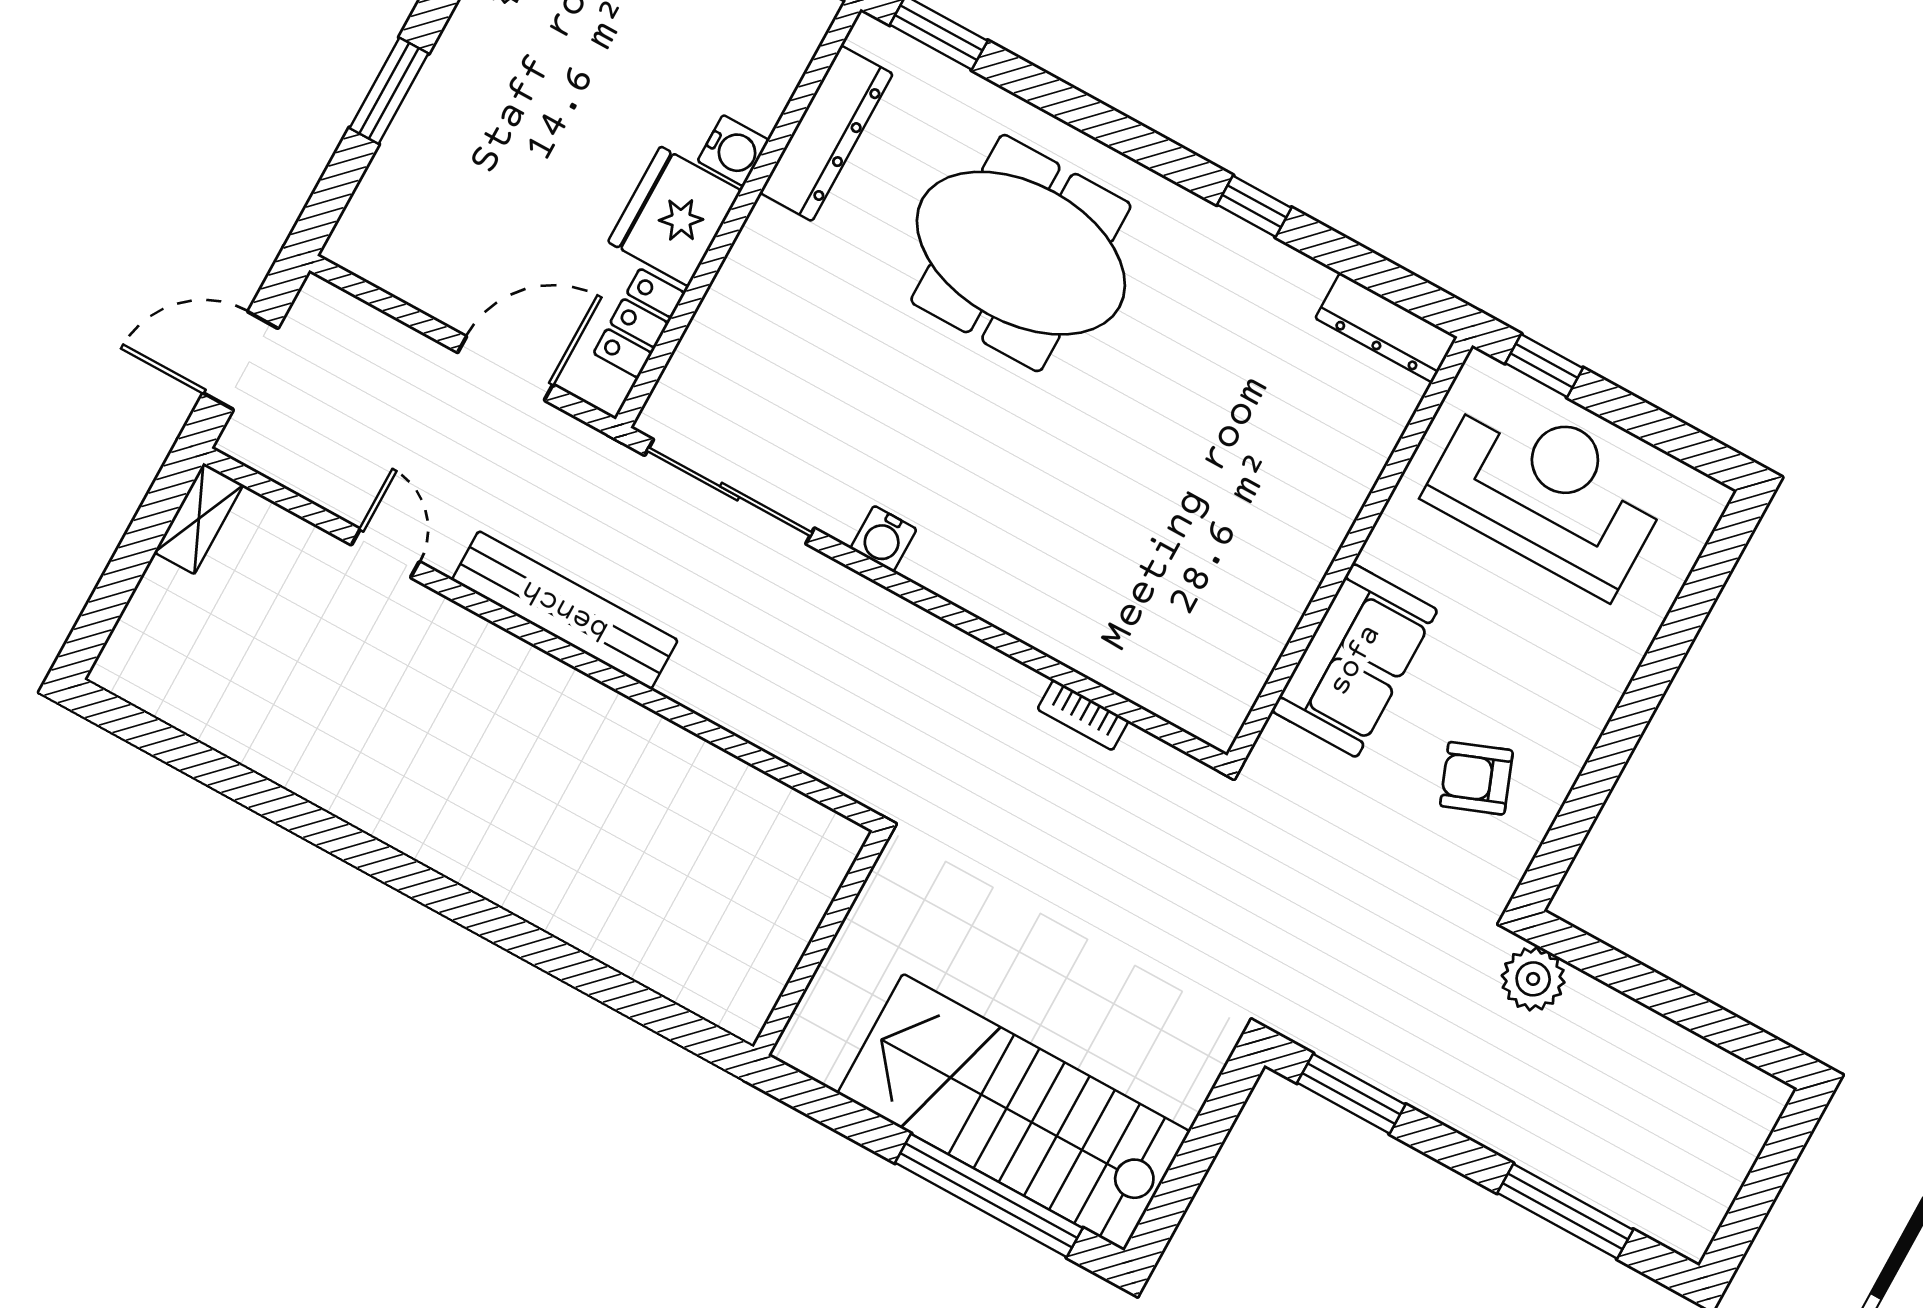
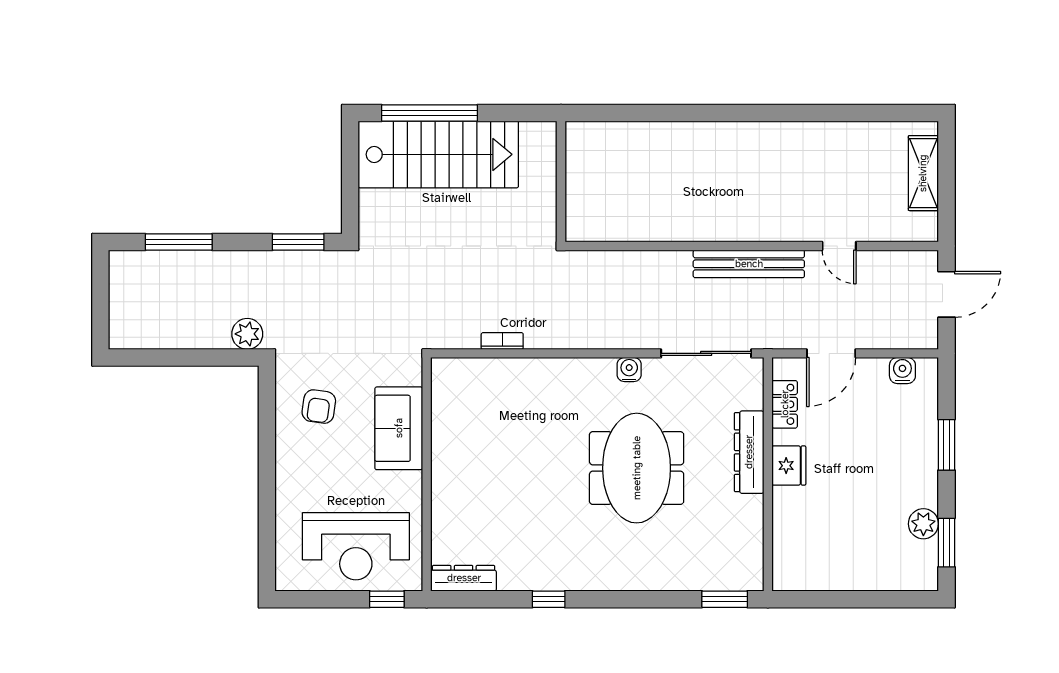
dresser: (826, 133) -> (749, 452), moved
water cooler: (733, 151) -> (902, 370), moved, turned 90
fridge: (675, 216) -> (789, 466), width x0.73, depth x0.75
meeting table: (1021, 253) -> (637, 468), moved, turned 90
shelving: (199, 519) -> (923, 173), moved, width x1.50, depth x1.33
armchair: (1476, 778) -> (319, 407), turned 119

